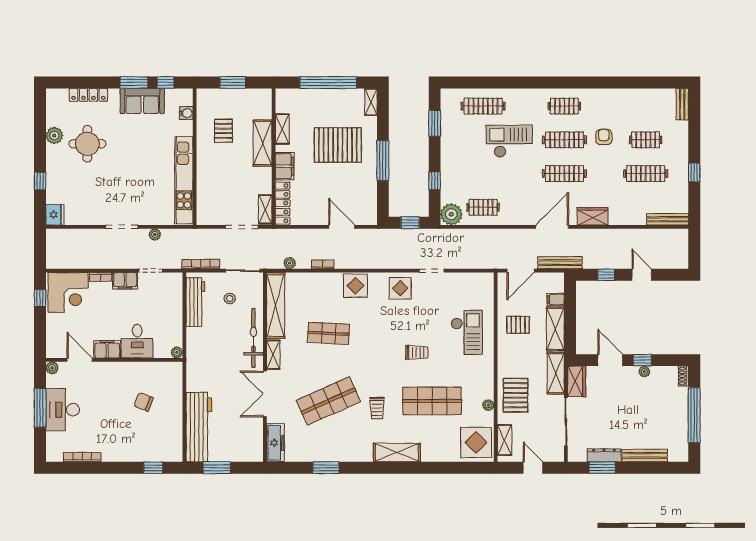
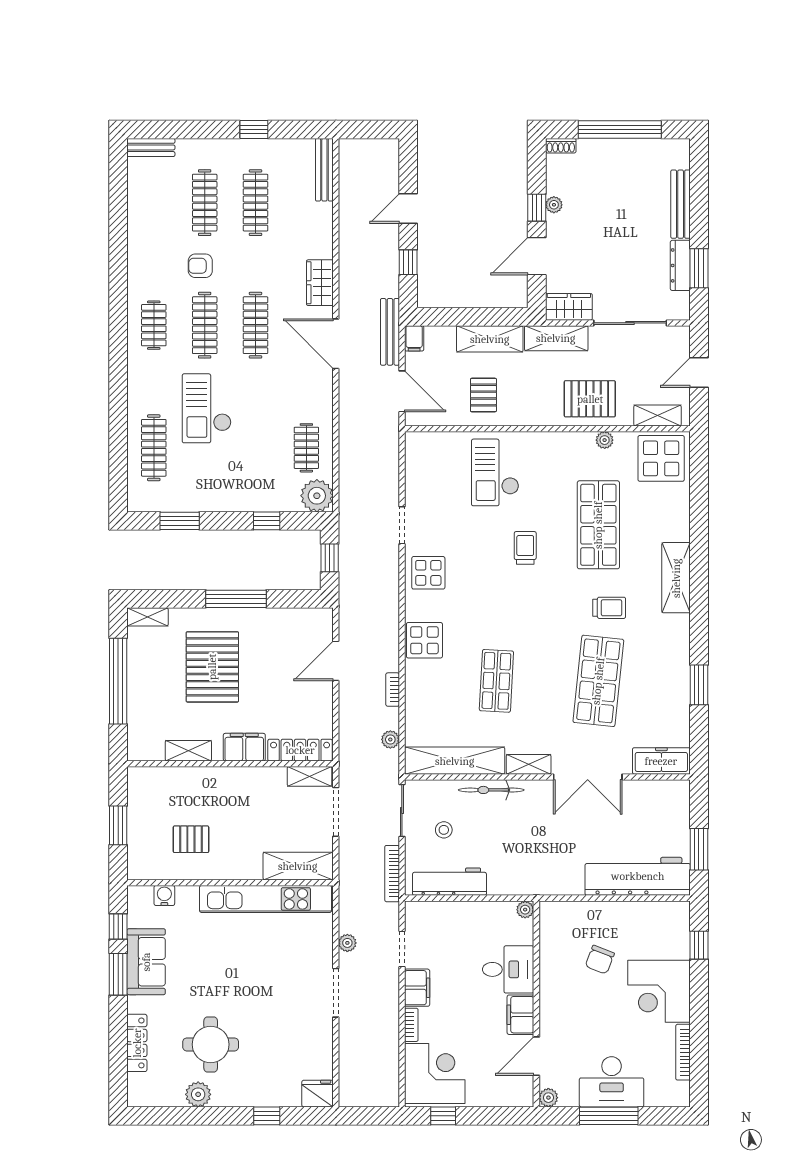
clothes rail: (646, 140) -> (205, 203), width x1.36
shelving: (263, 143) -> (298, 866), moved
filing cabinet: (556, 299) -> (414, 338), moved
checkout: (467, 332) -> (495, 472), turned -90
bicycle: (253, 338) -> (491, 790), width x0.73, depth x0.71
shop shelf: (328, 401) -> (598, 681), turned 30
corner desk: (123, 441) -> (659, 991), added

